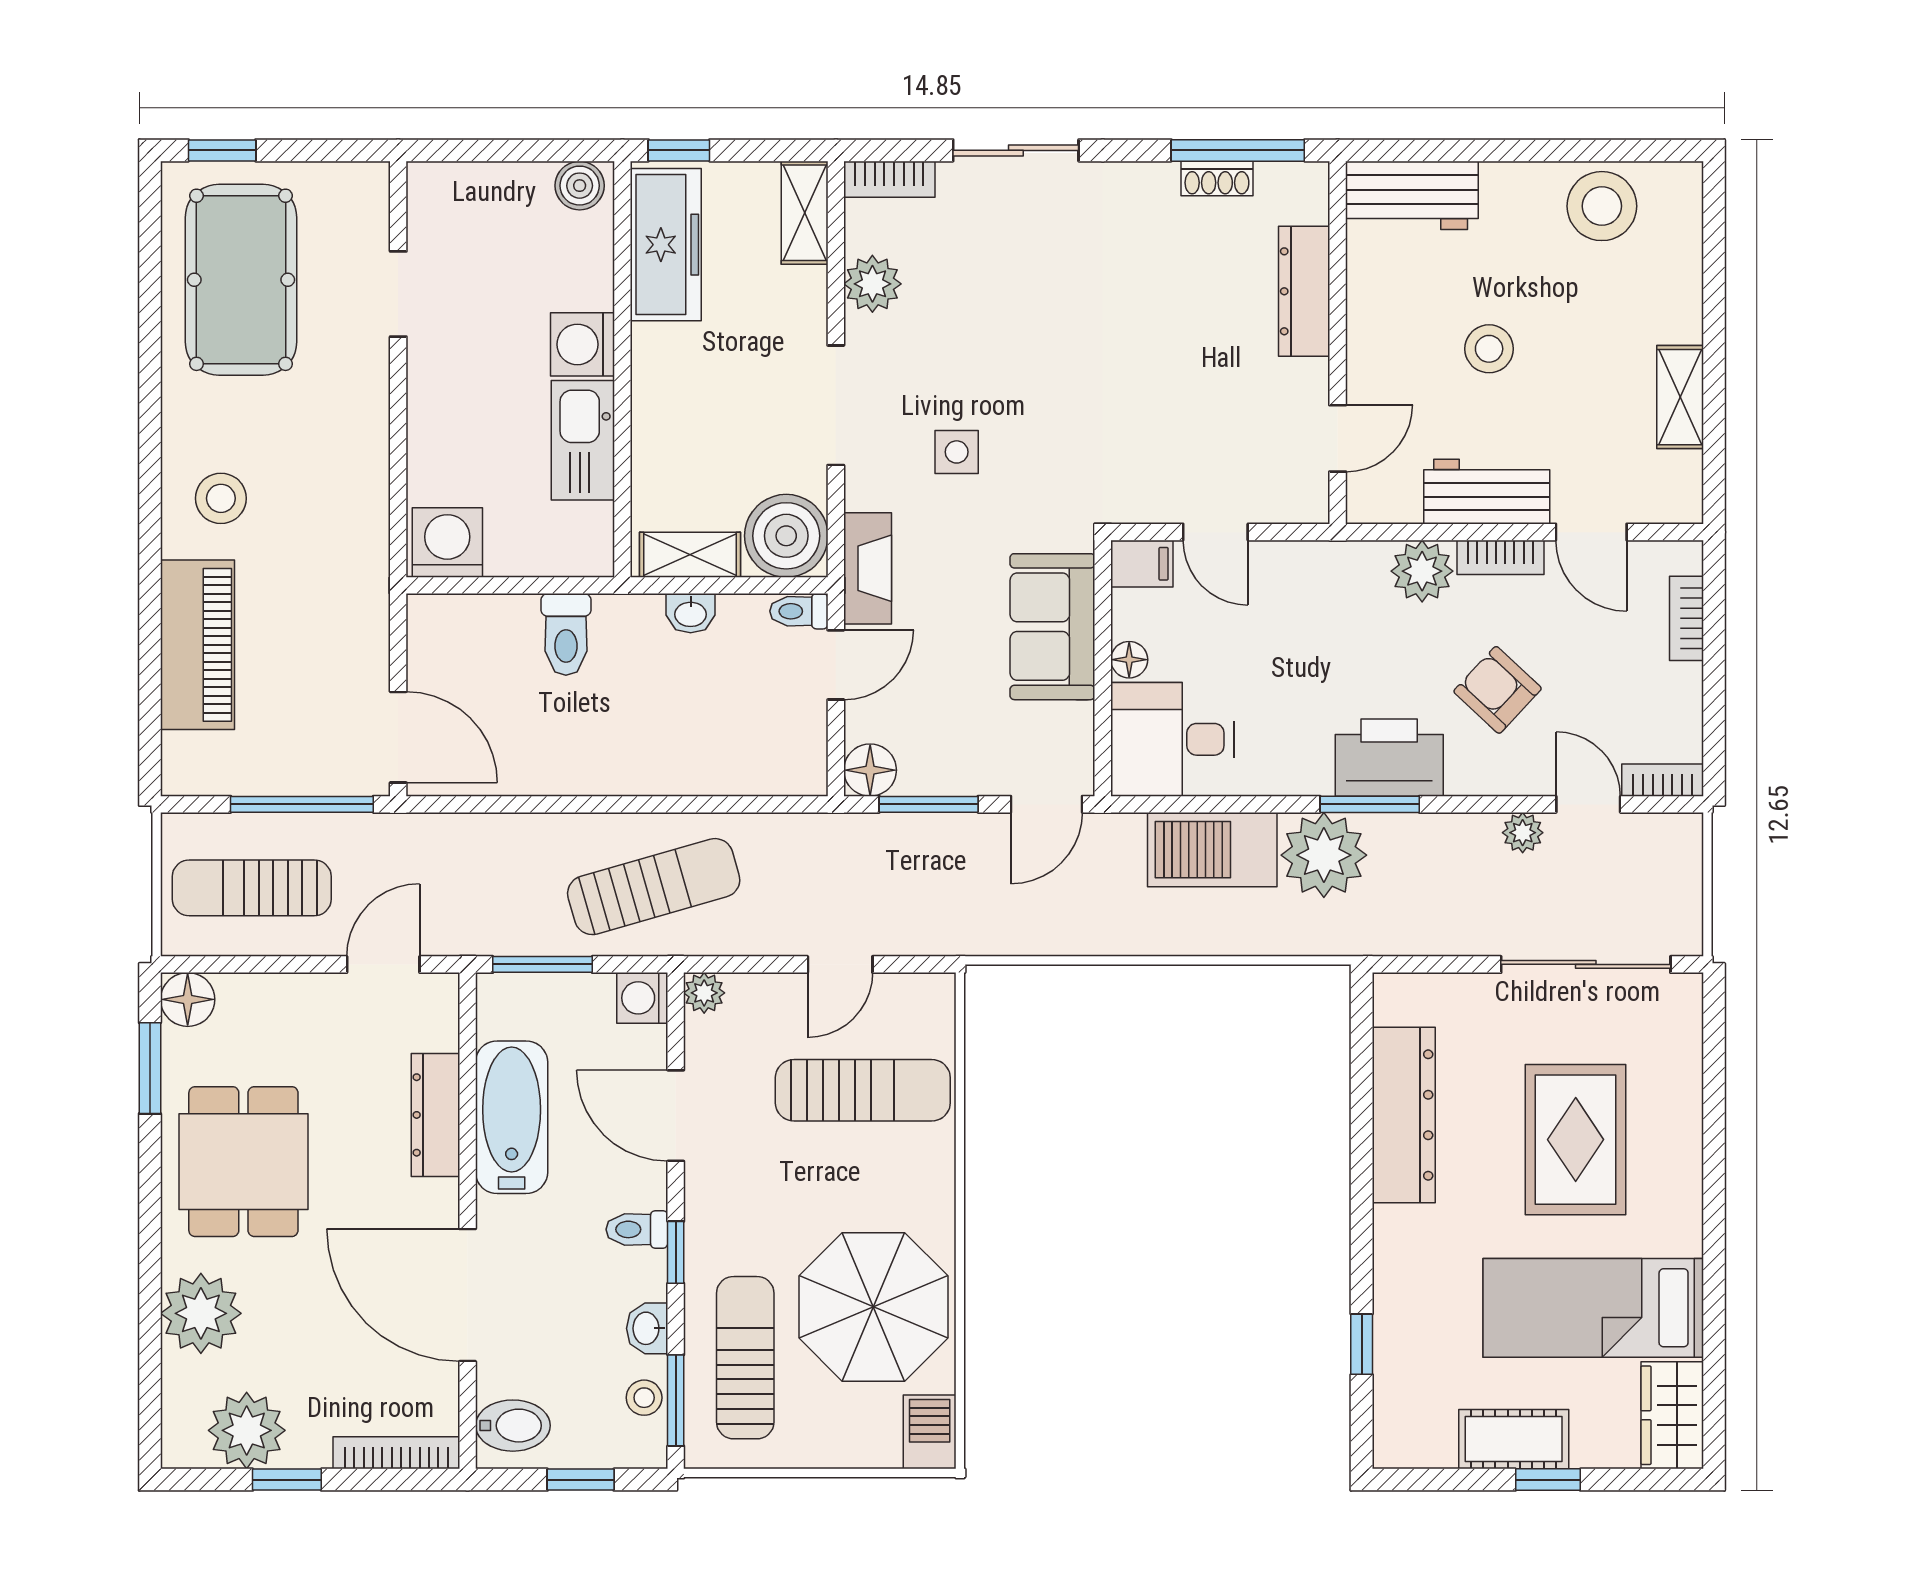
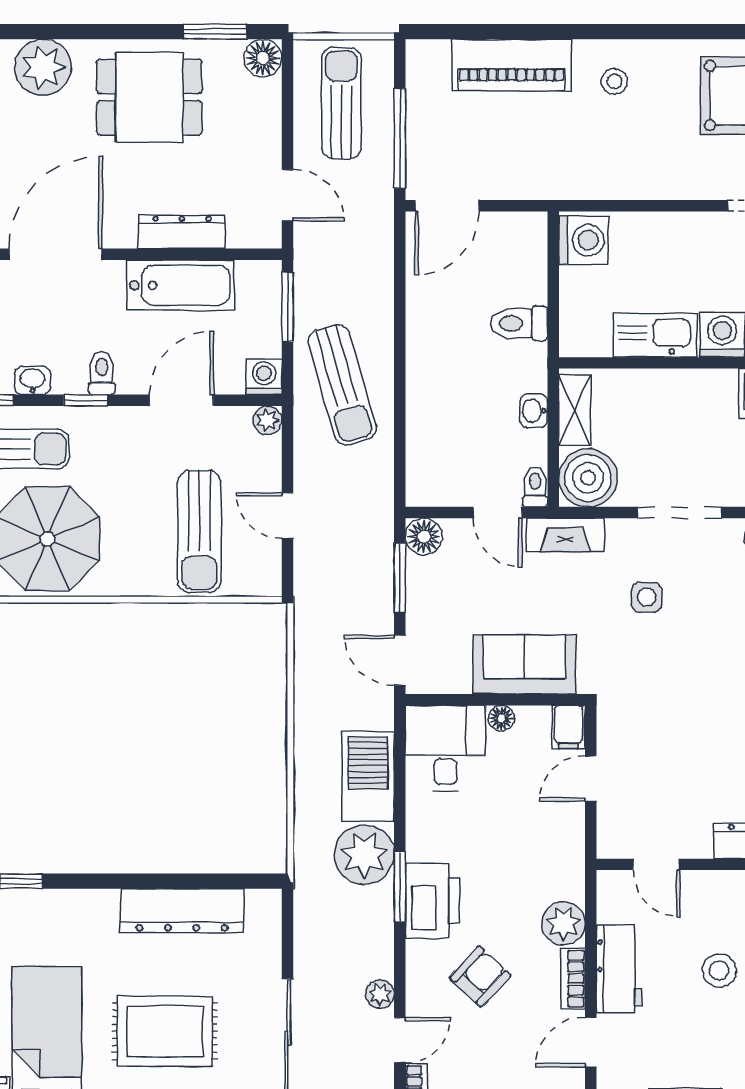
stool: (221, 498) -> (614, 81), width x0.73, depth x0.73

